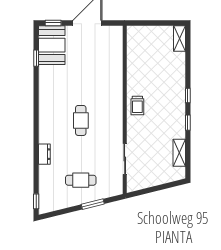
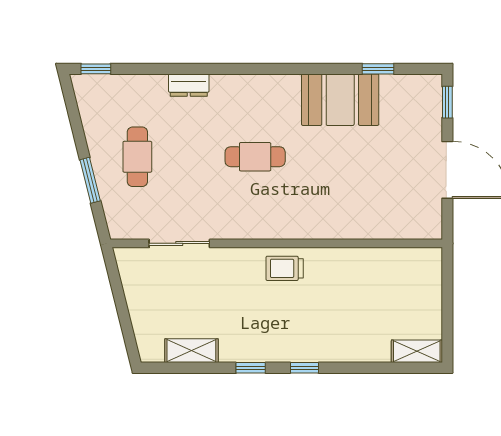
booth: (52, 45) -> (340, 100), moved

